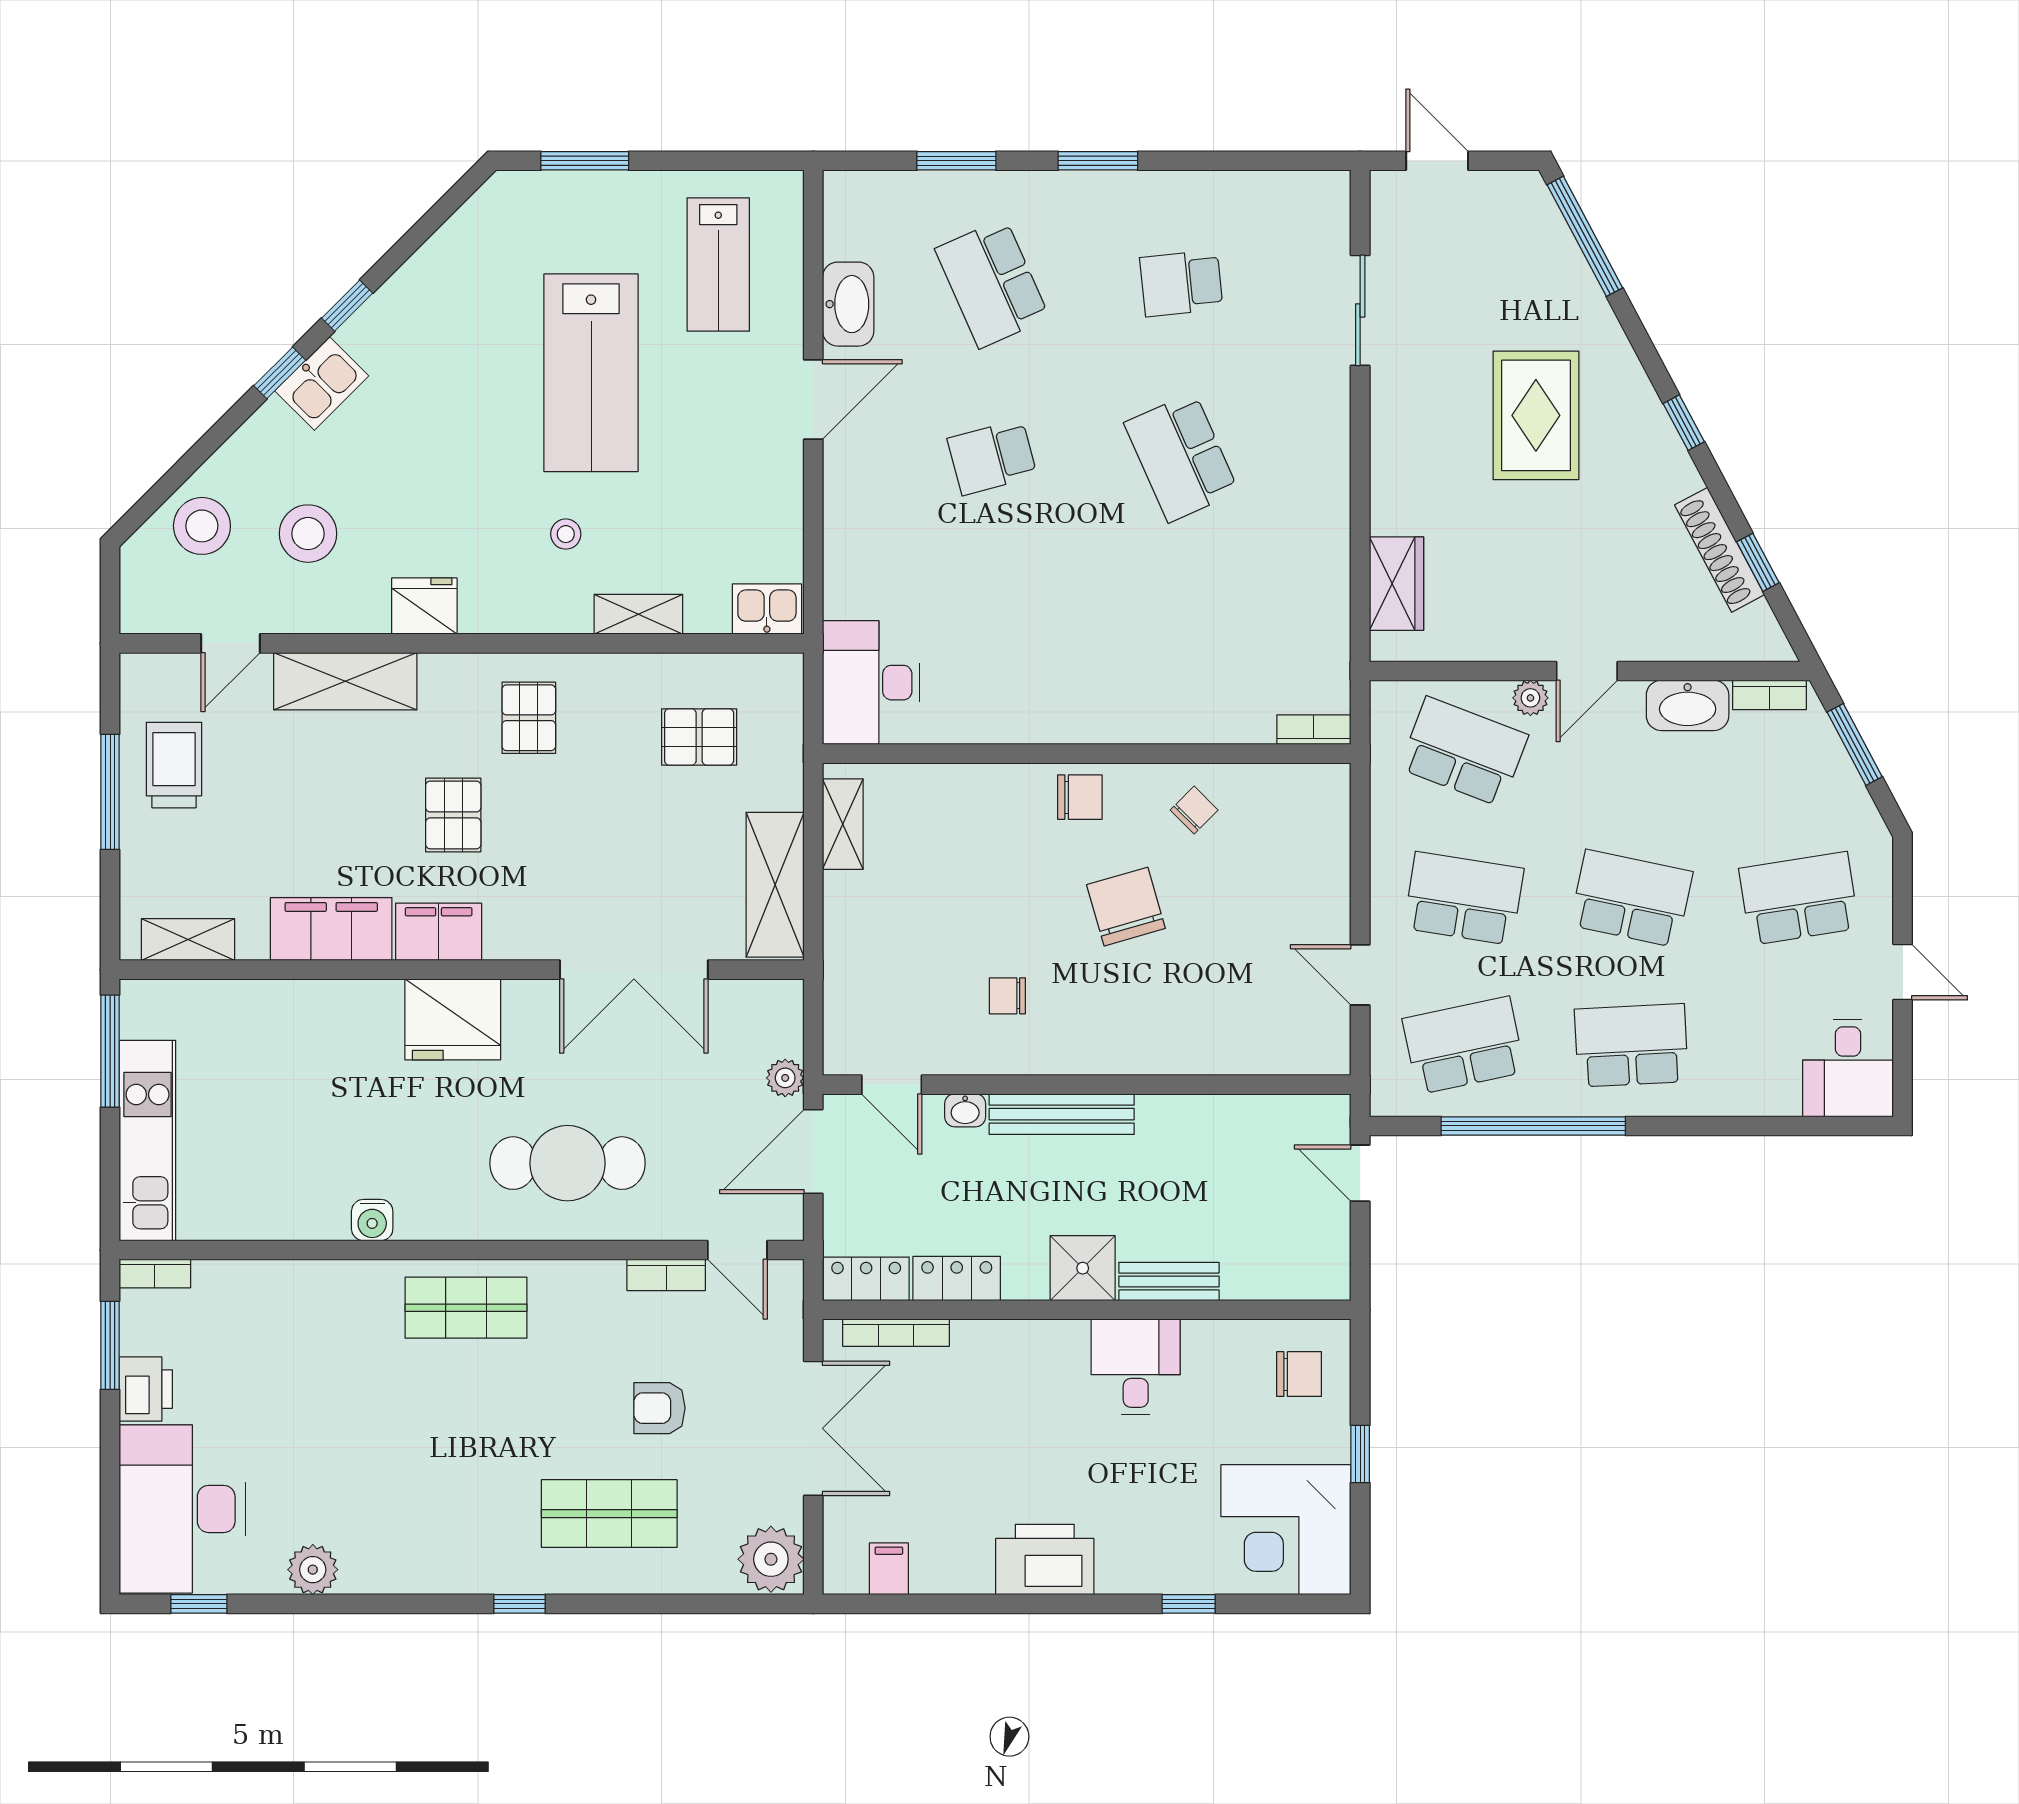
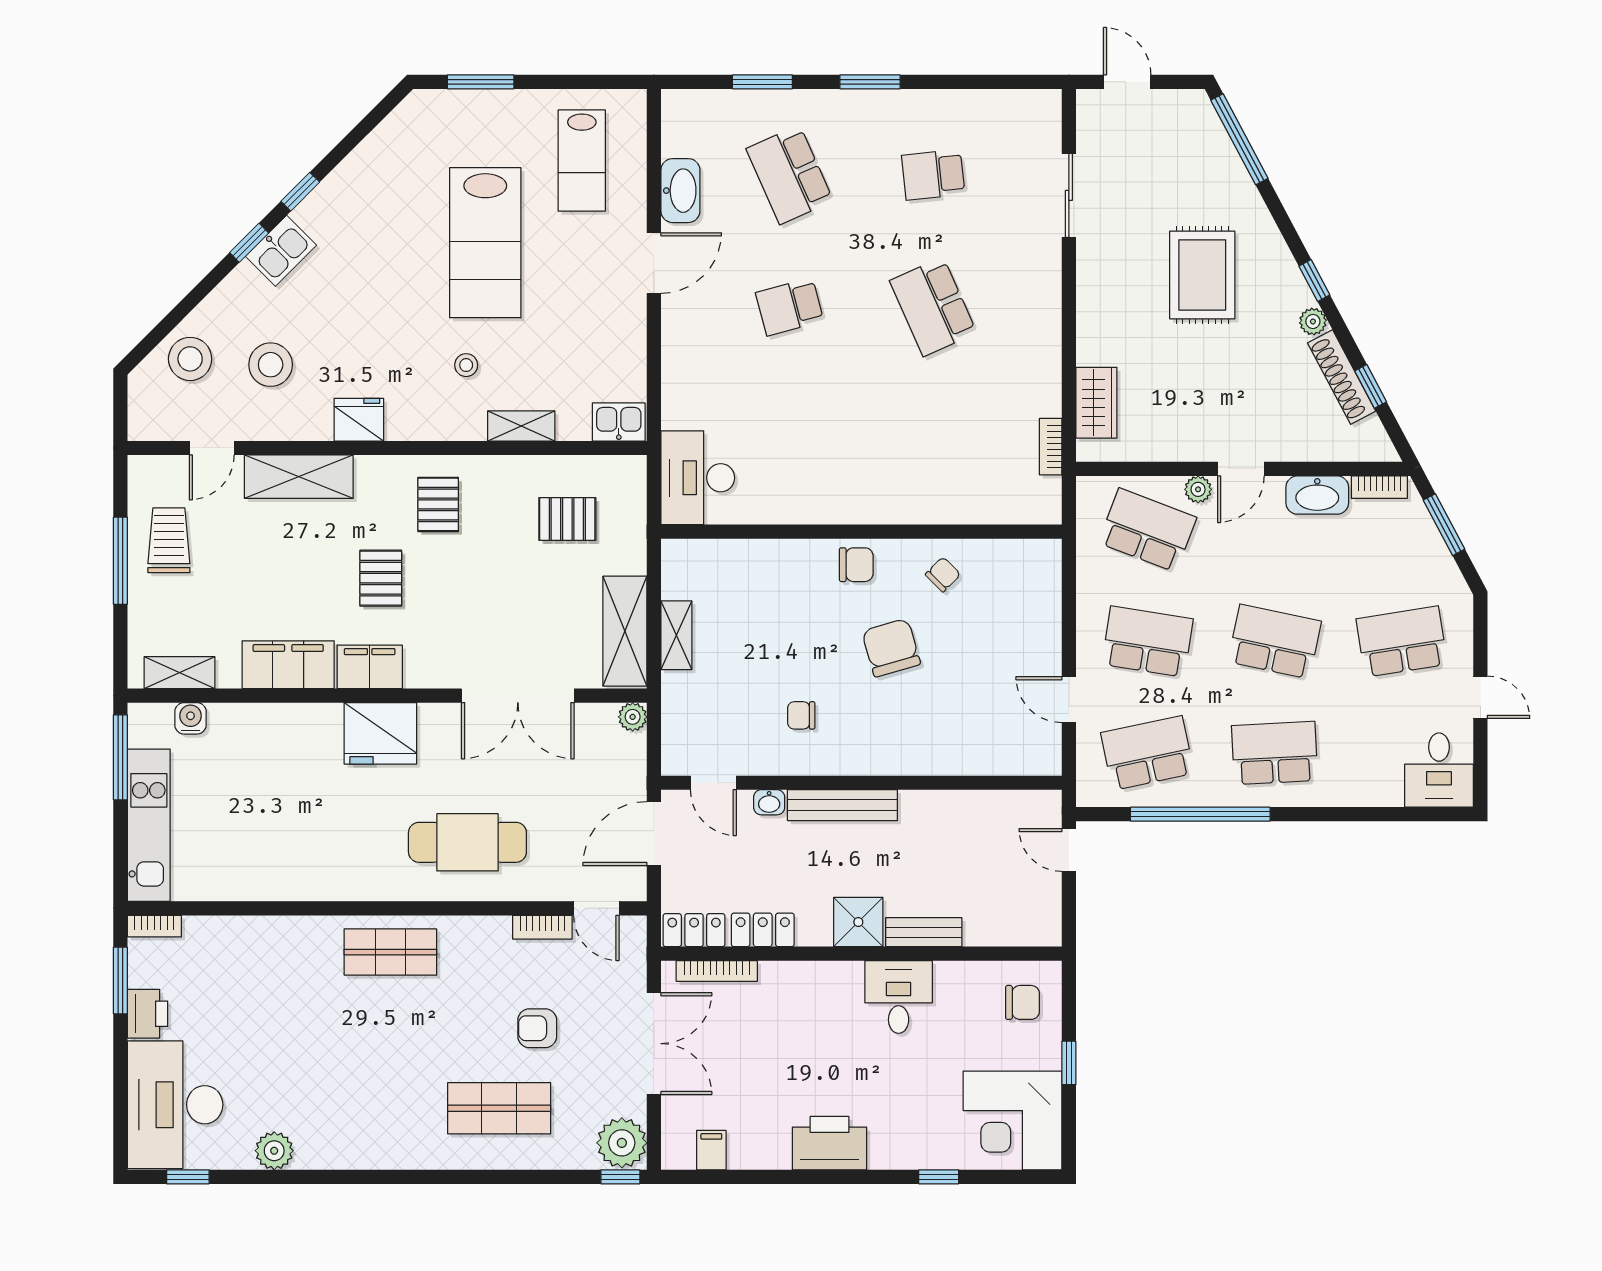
plant: (1682, 477) -> (1313, 321), added
bookcase: (1314, 730) -> (1051, 447), moved, turned -90
shelving: (843, 824) -> (676, 635), moved
plant: (785, 1078) -> (633, 717), moved
water cooler: (372, 1220) -> (190, 718), moved, turned 180
window: (519, 1604) -> (620, 1177), moved

